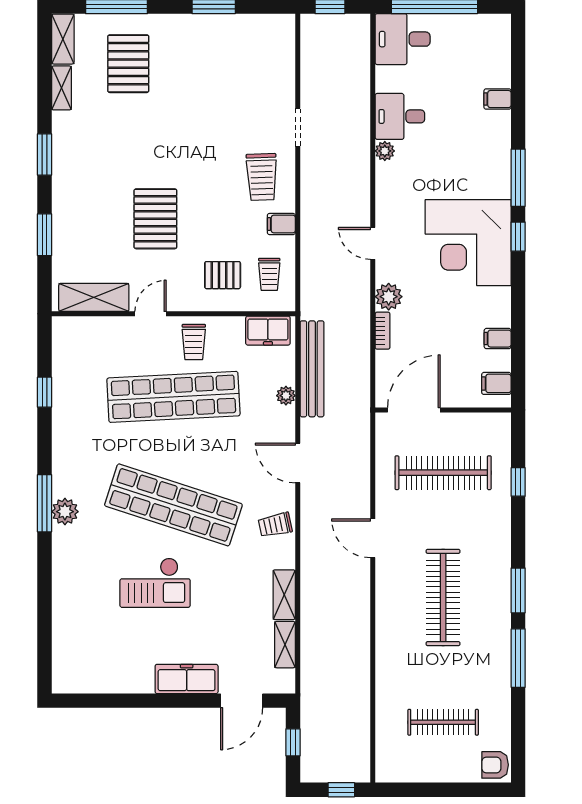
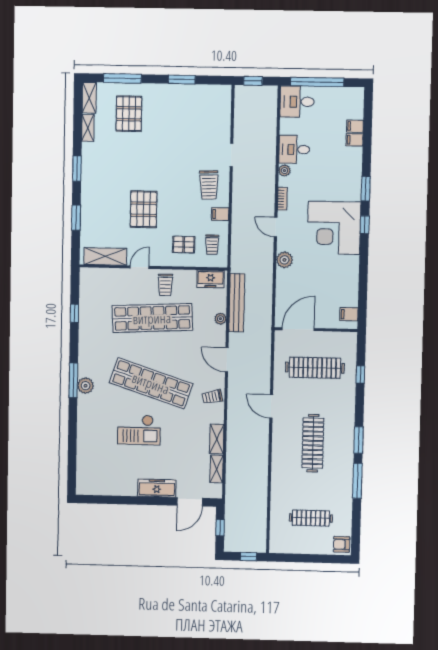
window: (518, 178) -> (366, 189), width x0.69
bookcase: (383, 331) -> (282, 199), moved
filing cabinet: (498, 339) -> (355, 126), moved

